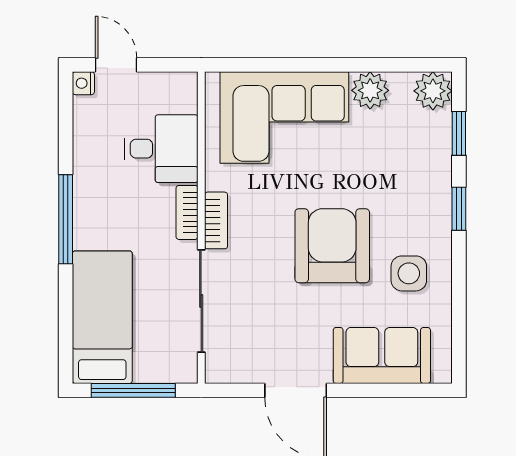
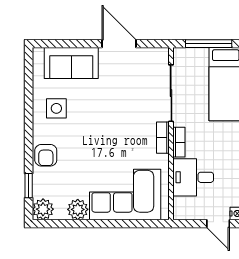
window: (459, 209) -> (29, 144), removed
armchair: (332, 246) -> (46, 155), moved, width x0.53, depth x0.53

